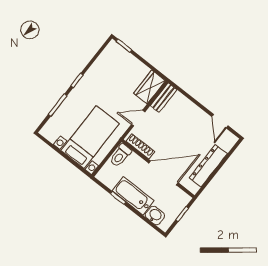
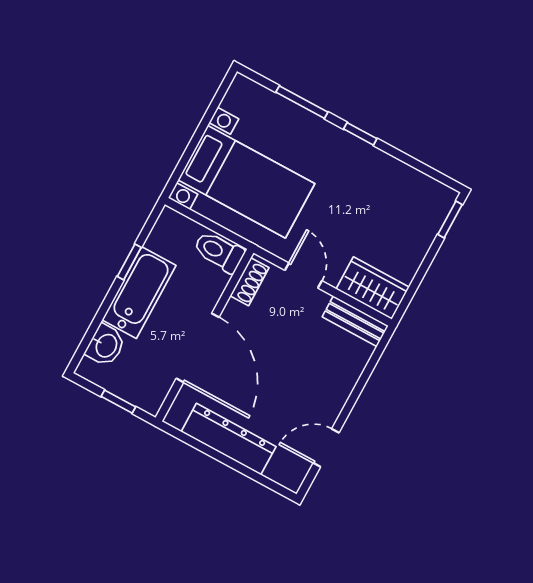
shoe rack: (140, 146) -> (250, 282), width x0.70

